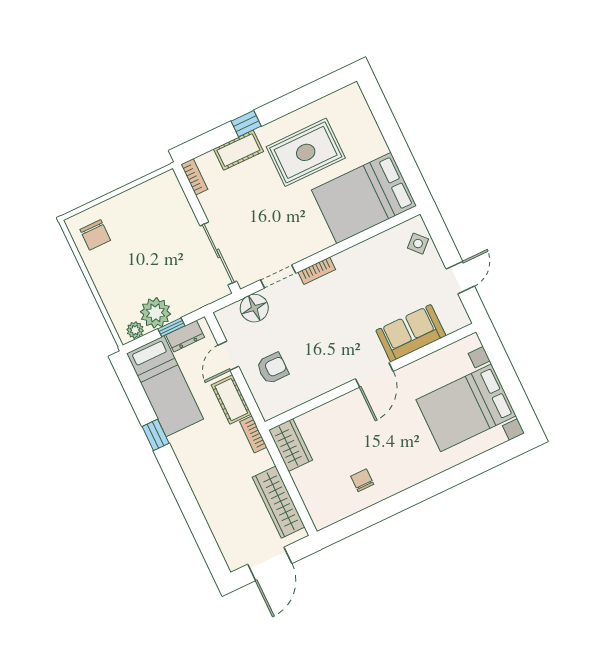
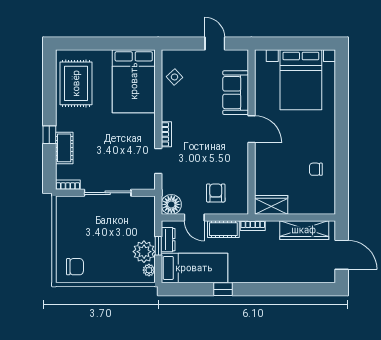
rug: (306, 152) -> (76, 83), moved
side table: (418, 244) -> (175, 77), moved
sliding door: (218, 253) -> (108, 193), moved
floor lamp: (254, 308) -> (171, 204), moved

